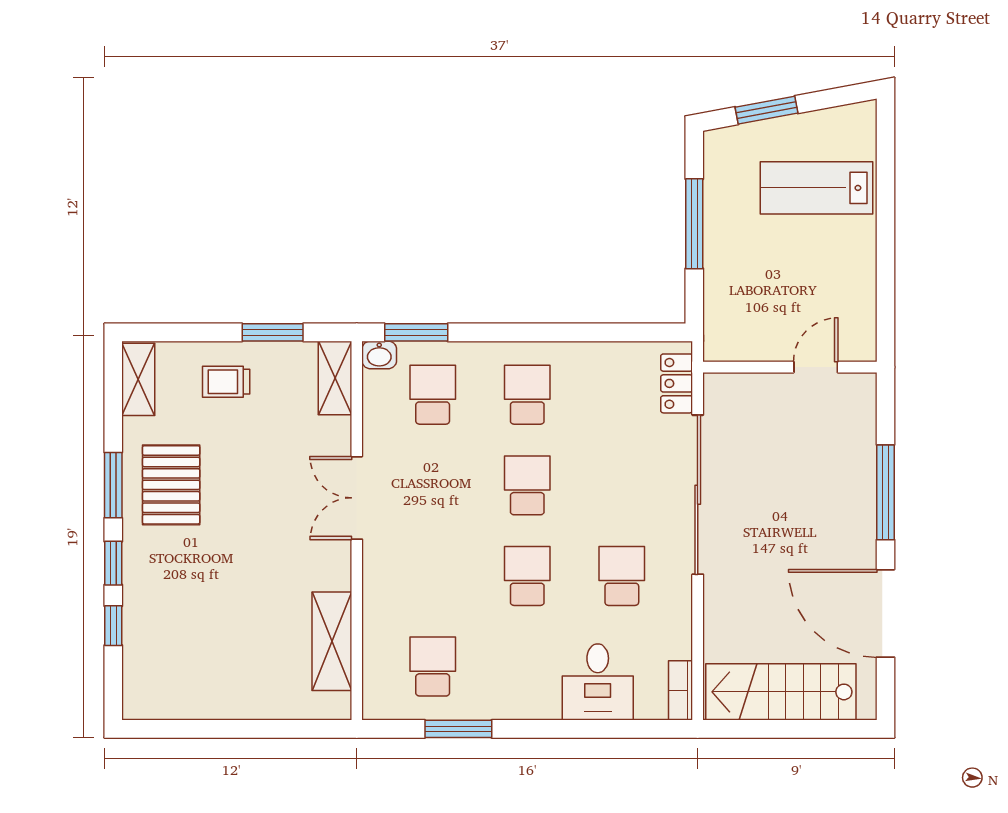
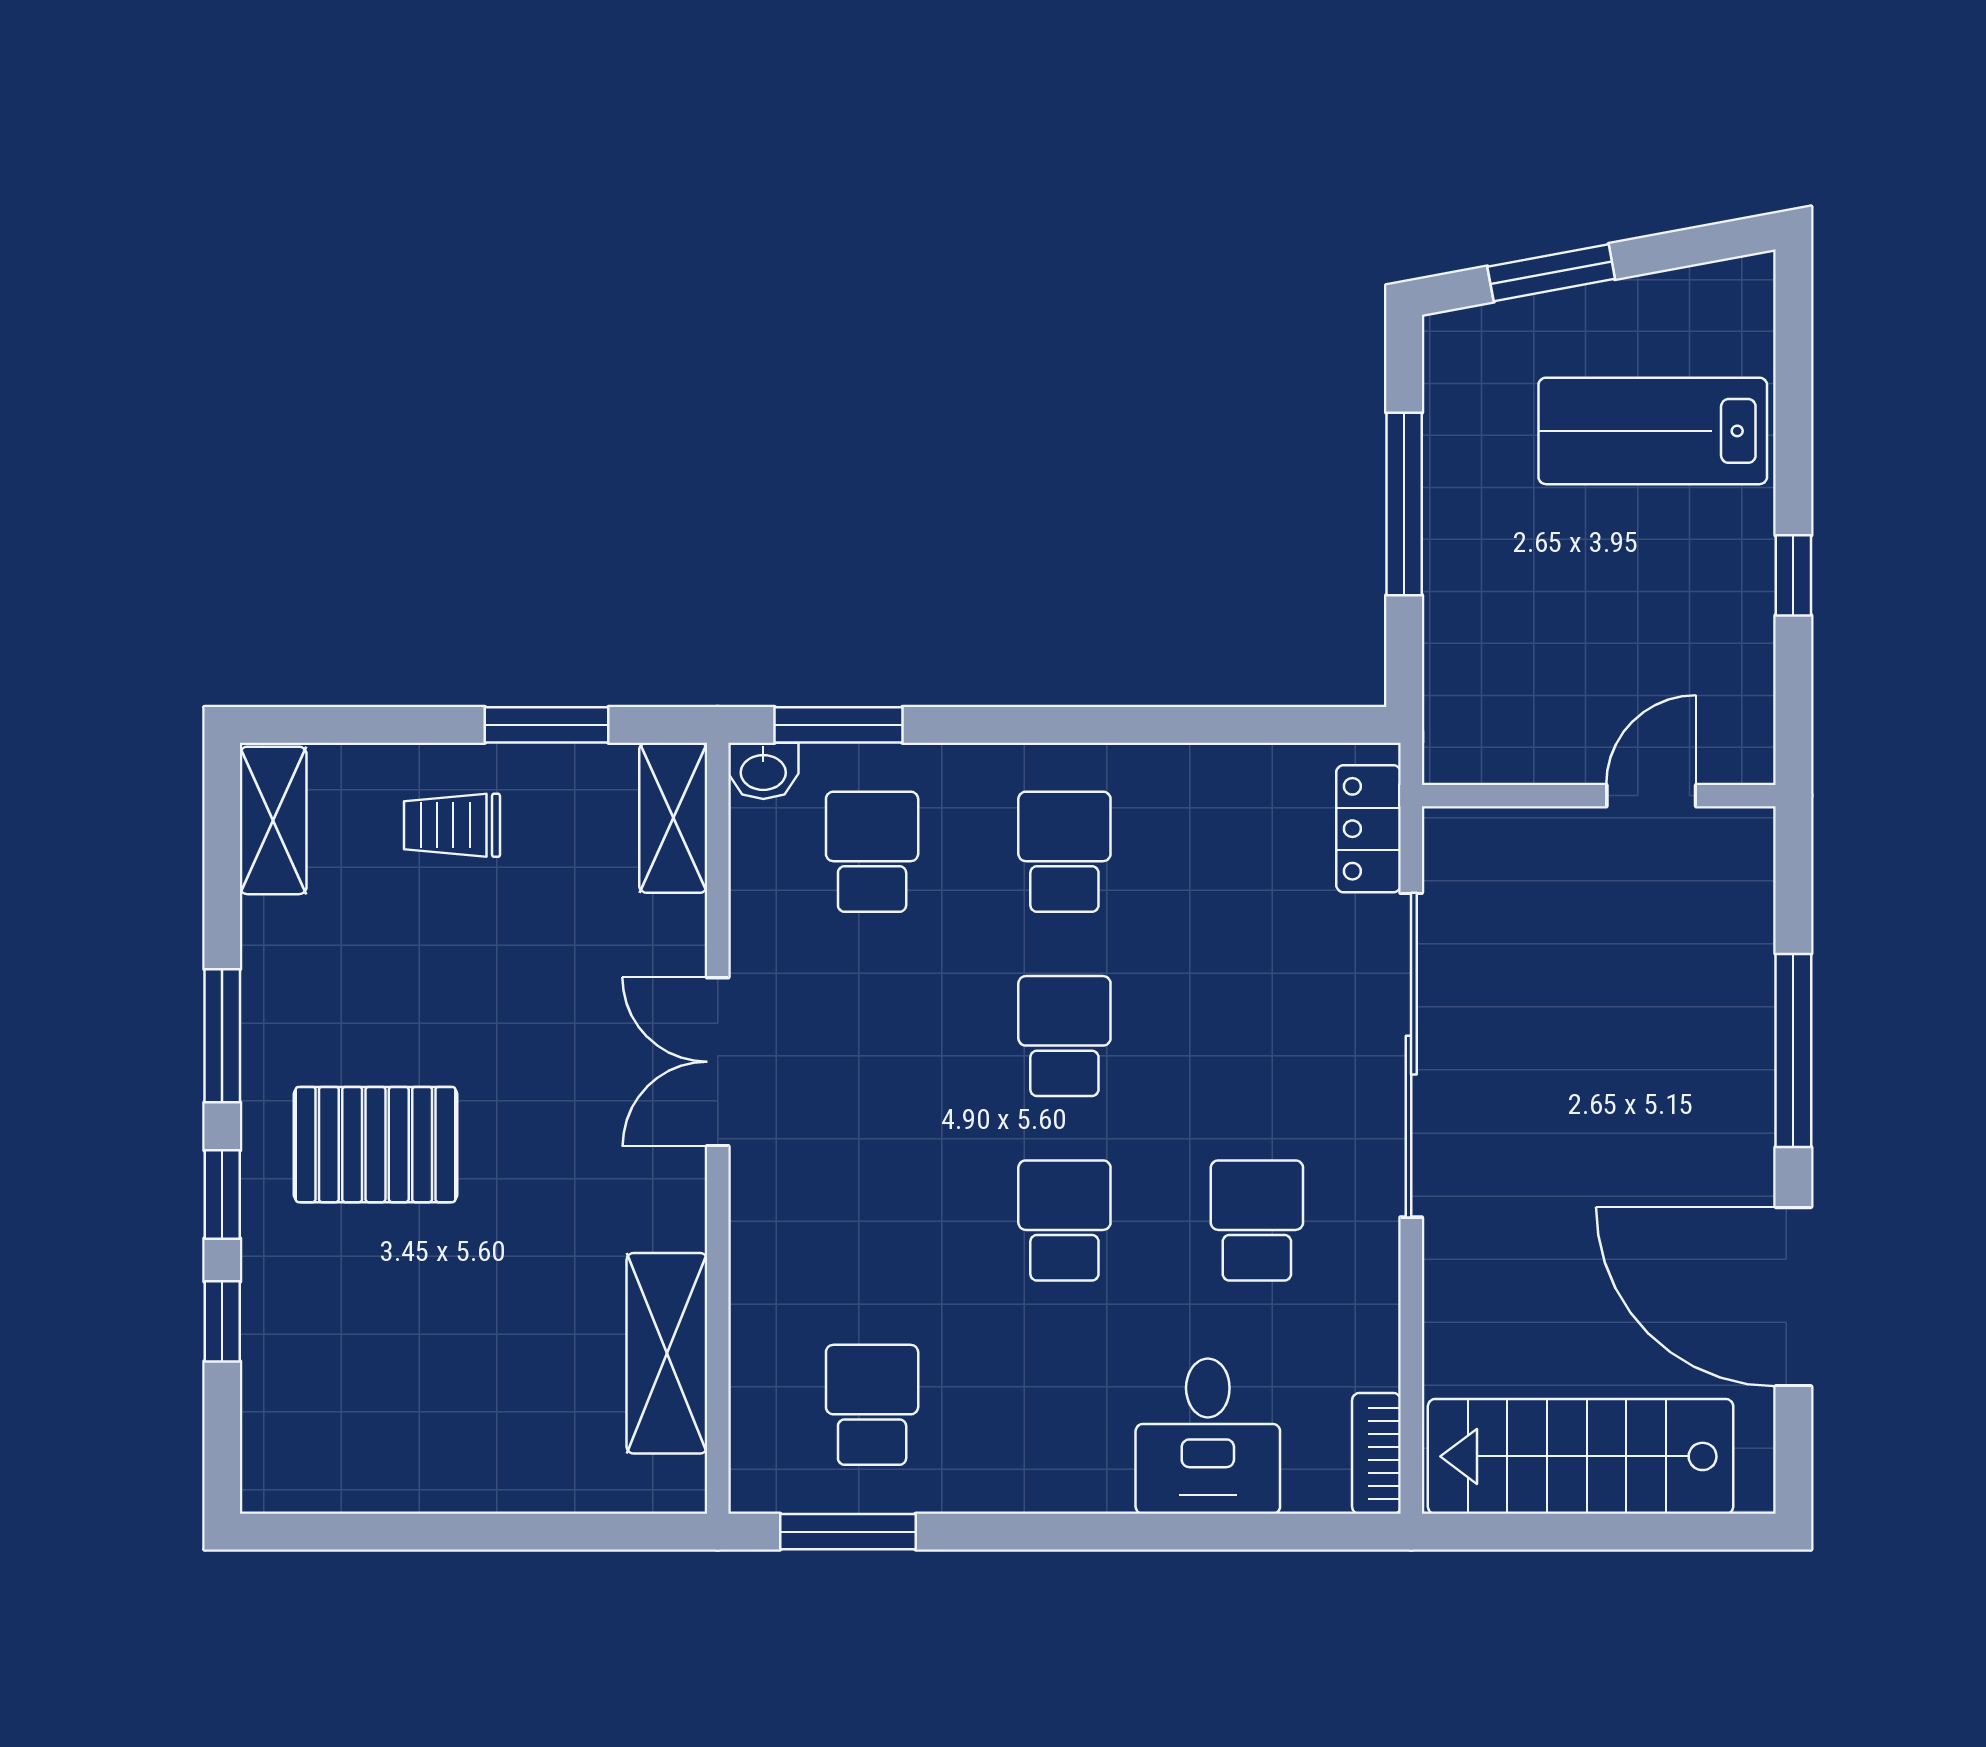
window: (886, 259) -> (1793, 575), added
pallet: (171, 485) -> (375, 1145), moved, turned 90
window: (458, 729) -> (848, 1532), moved

